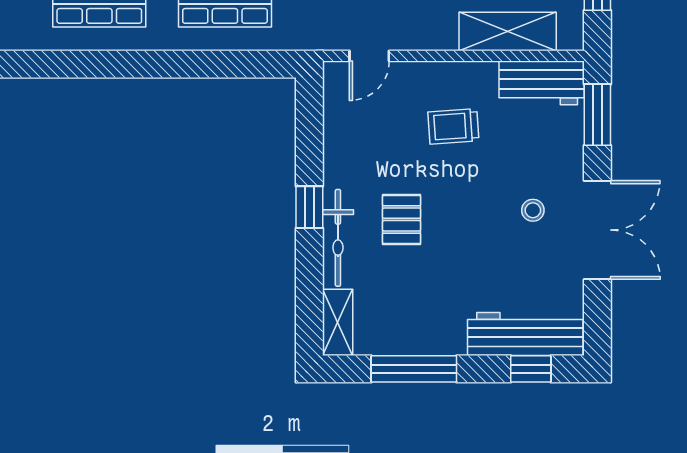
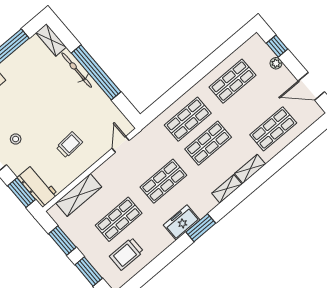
workbench: (542, 83) -> (38, 186), moved, turned 90
window: (309, 207) -> (96, 72), width x3.17
pallet: (402, 219) -> (60, 96), removed

